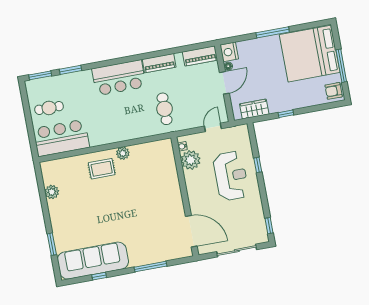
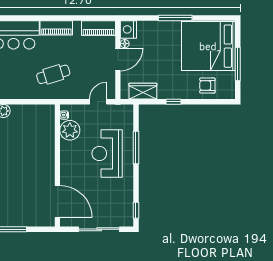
armchair: (334, 91) -> (207, 86), moved
cafe table: (165, 109) -> (53, 74), turned 73
window: (258, 165) -> (136, 148), width x2.17
reception desk: (231, 176) -> (107, 153), turned 180

